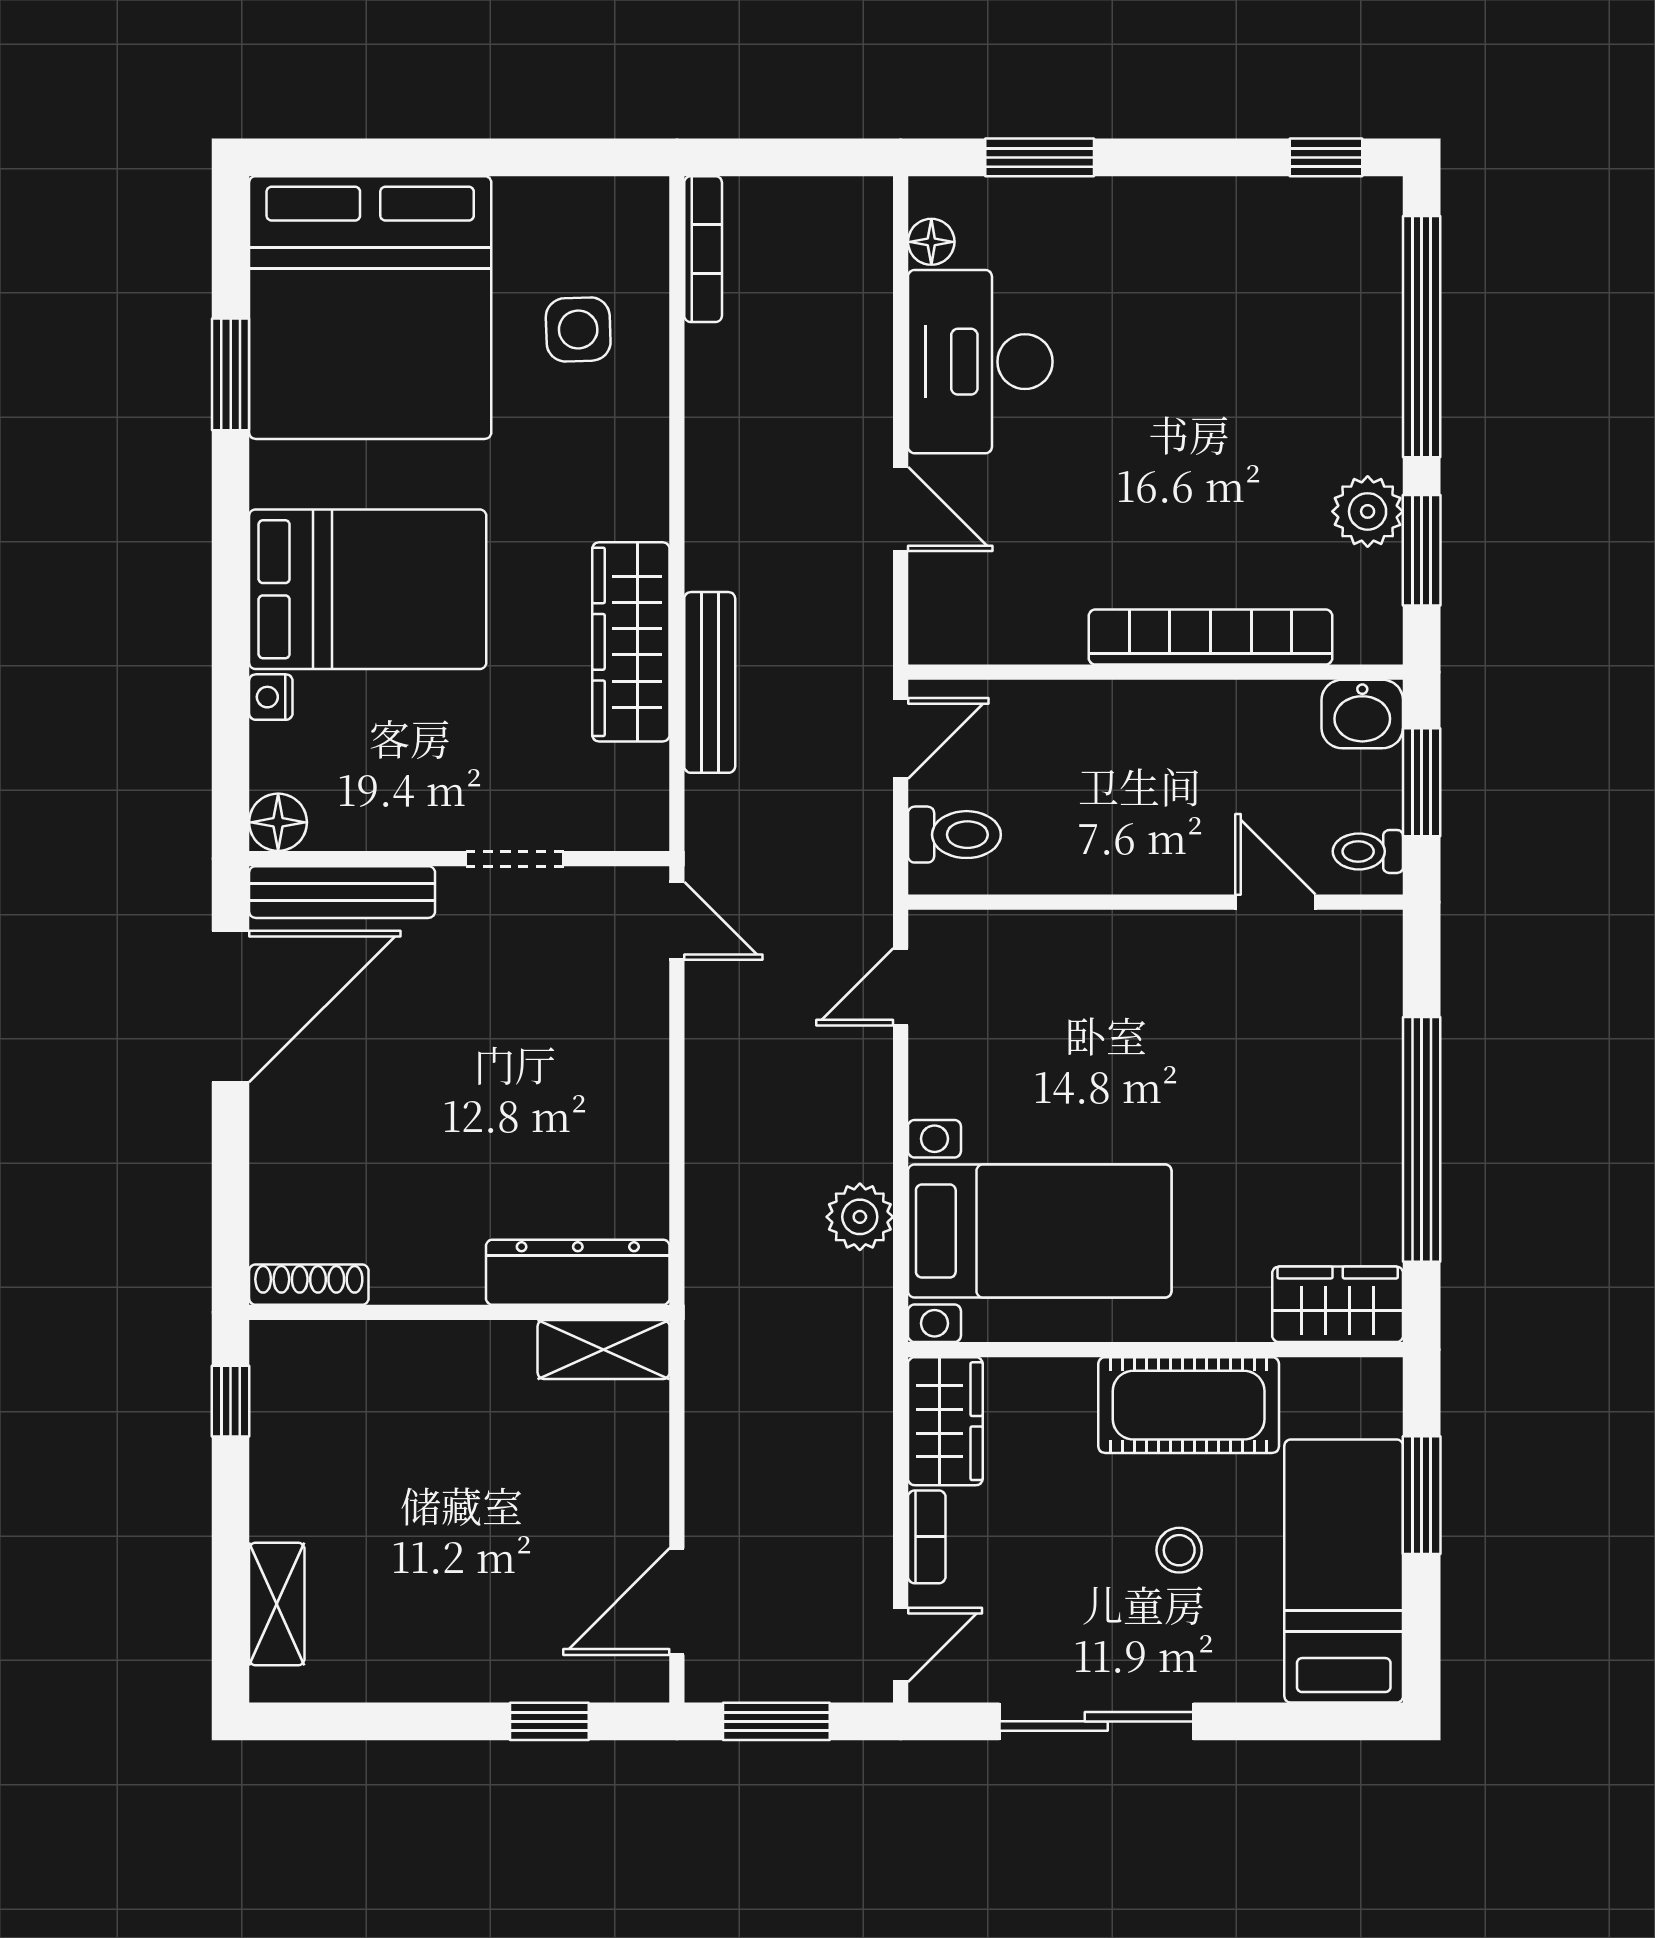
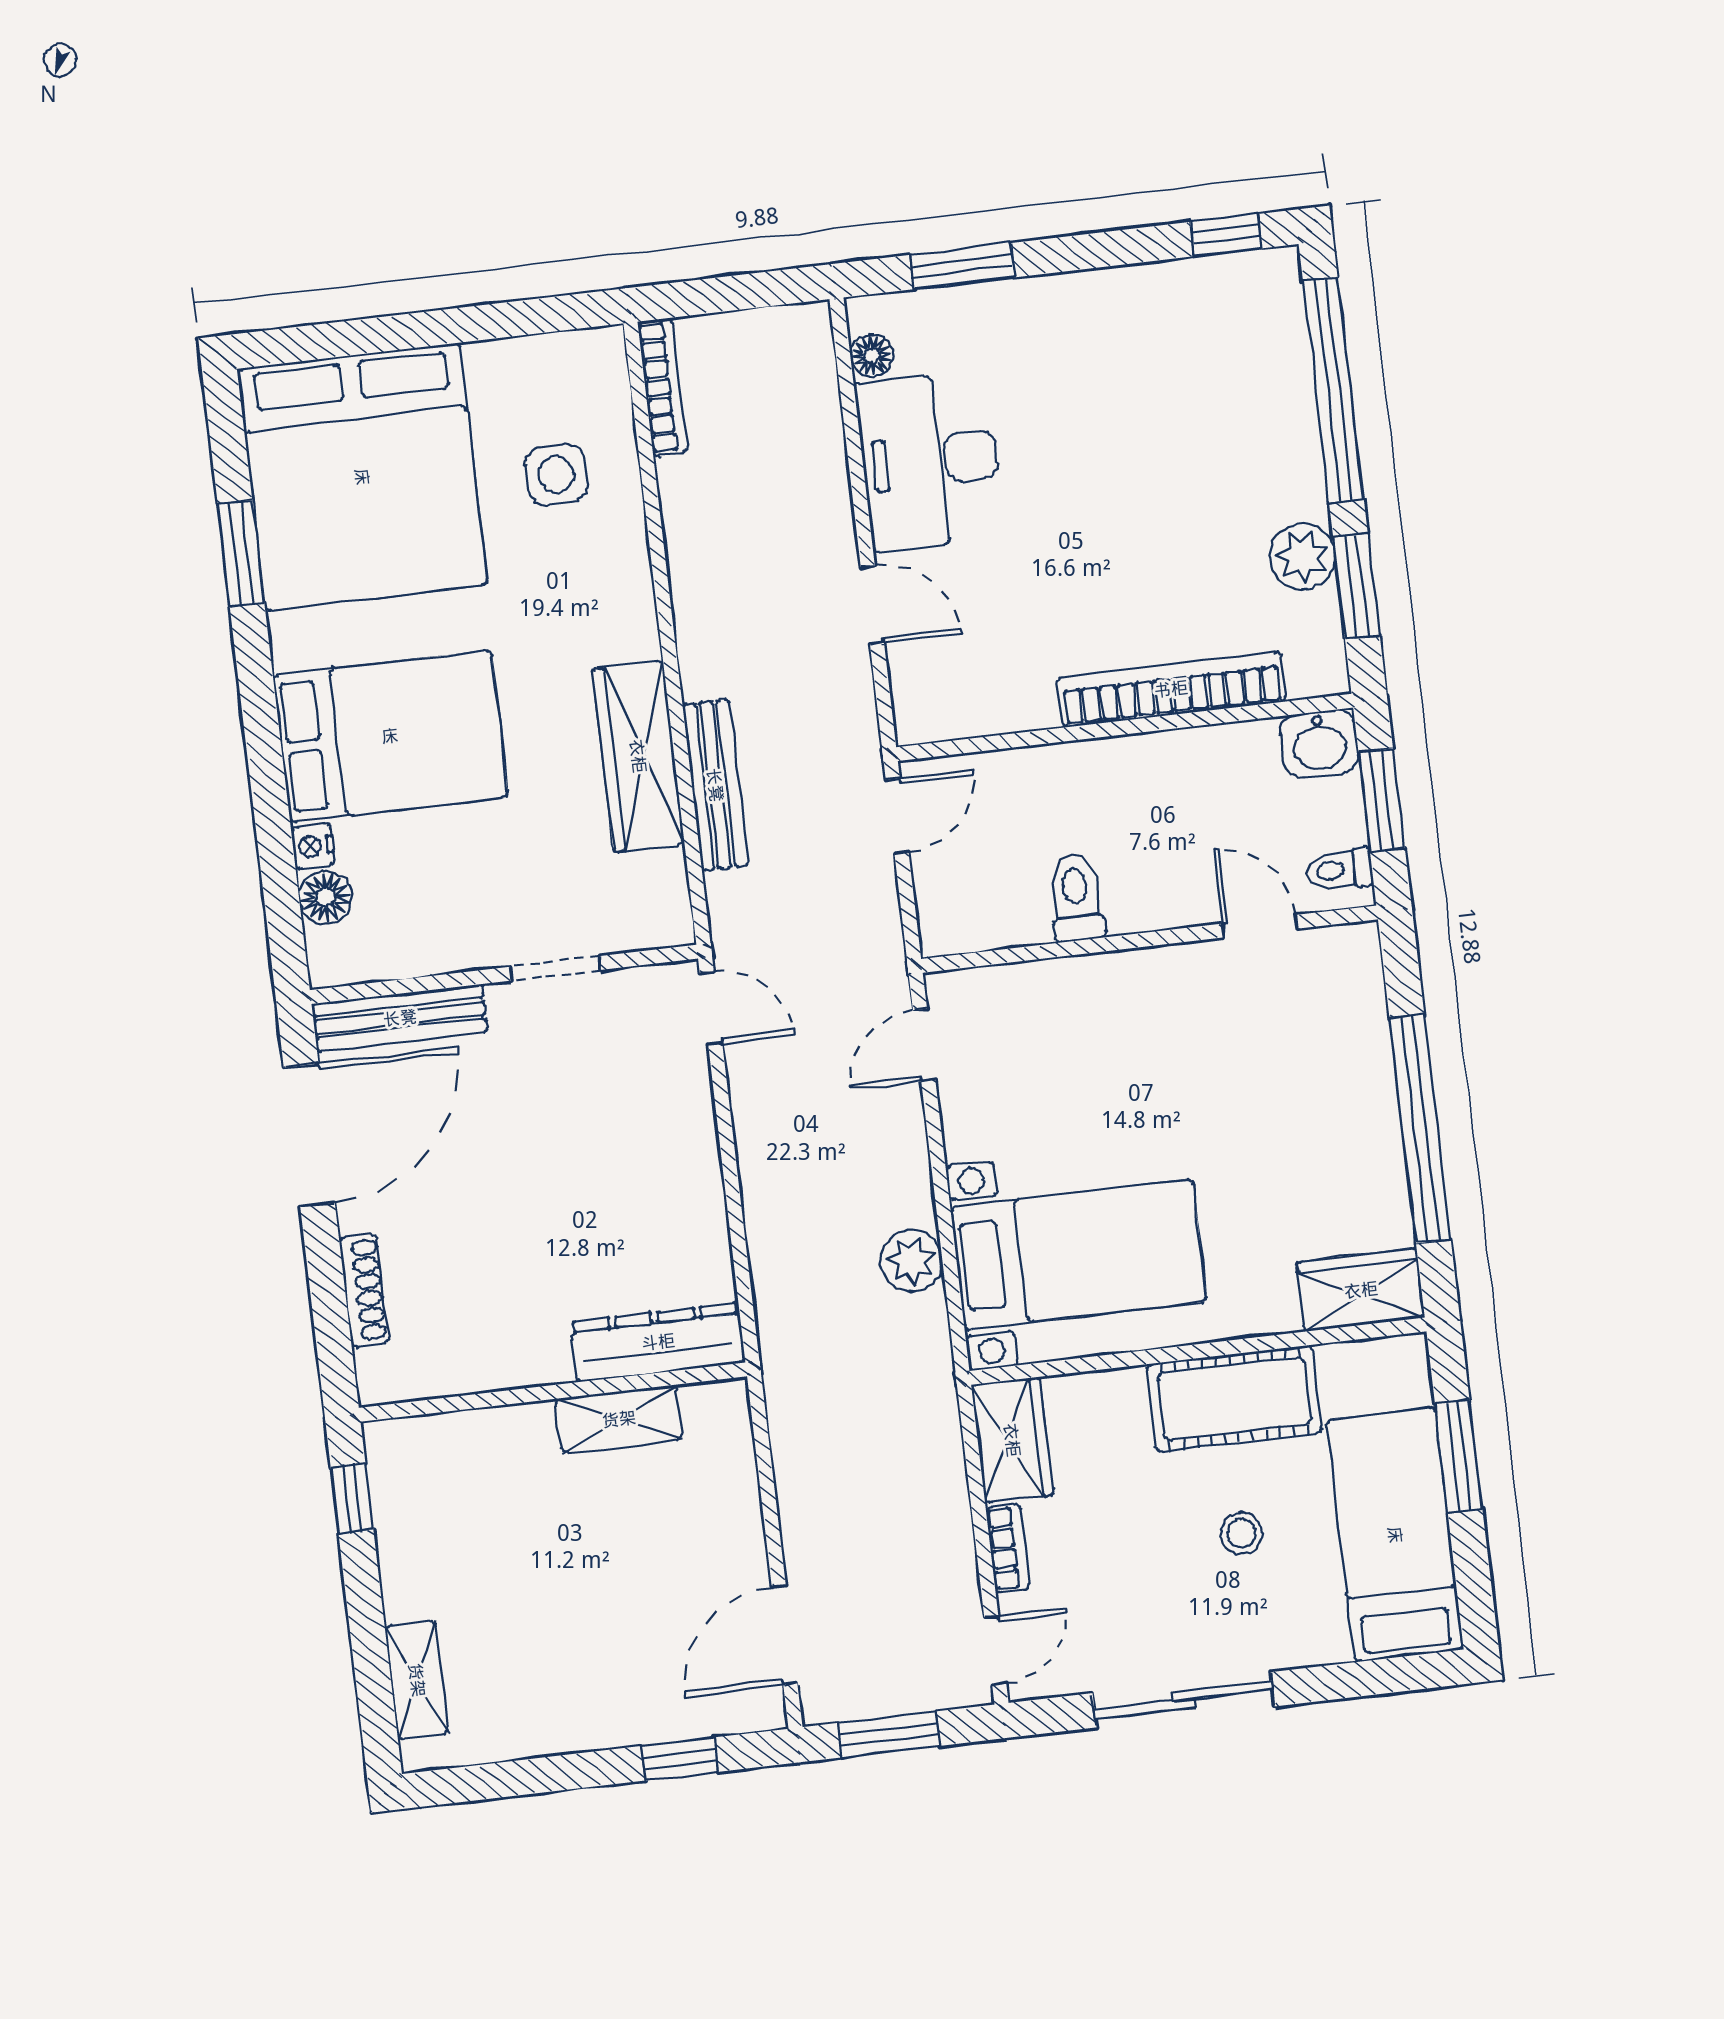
floor lamp: (278, 822) -> (326, 897), moved
toilet: (954, 835) -> (1076, 898), moved, turned -90
shoe rack: (309, 1285) -> (364, 1290), moved, turned 90
shelving: (604, 1349) -> (619, 1419), moved

